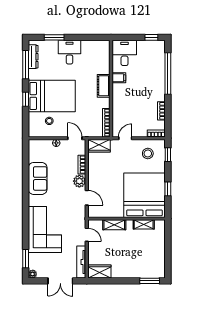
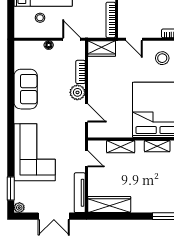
door: (125, 138) -> (134, 39), swing flipped
wardrobe: (99, 272) -> (109, 204), width x1.50

